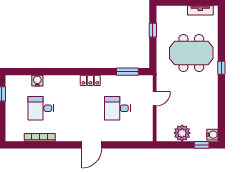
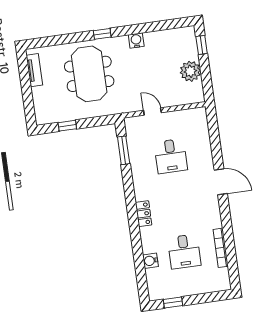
locker: (90, 80) -> (144, 214), moved
water cooler: (212, 135) -> (136, 41), moved

